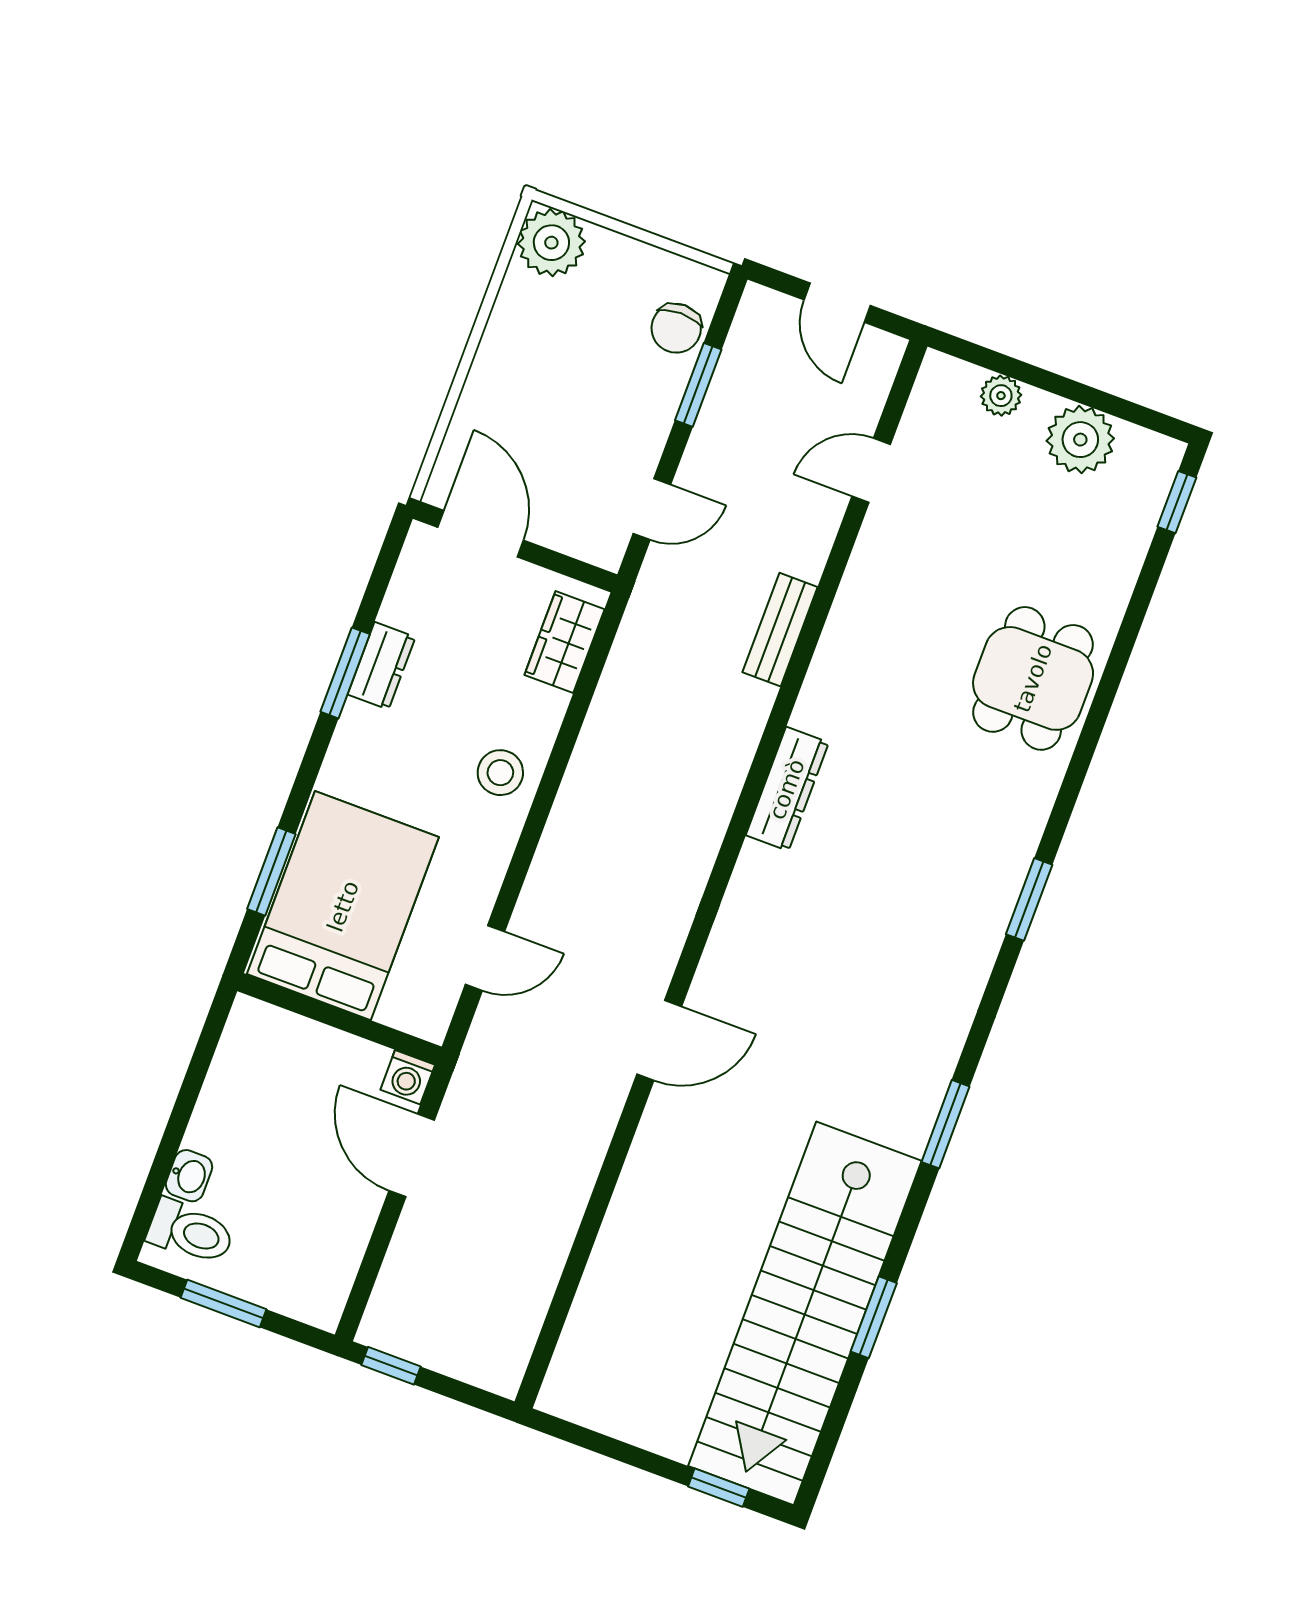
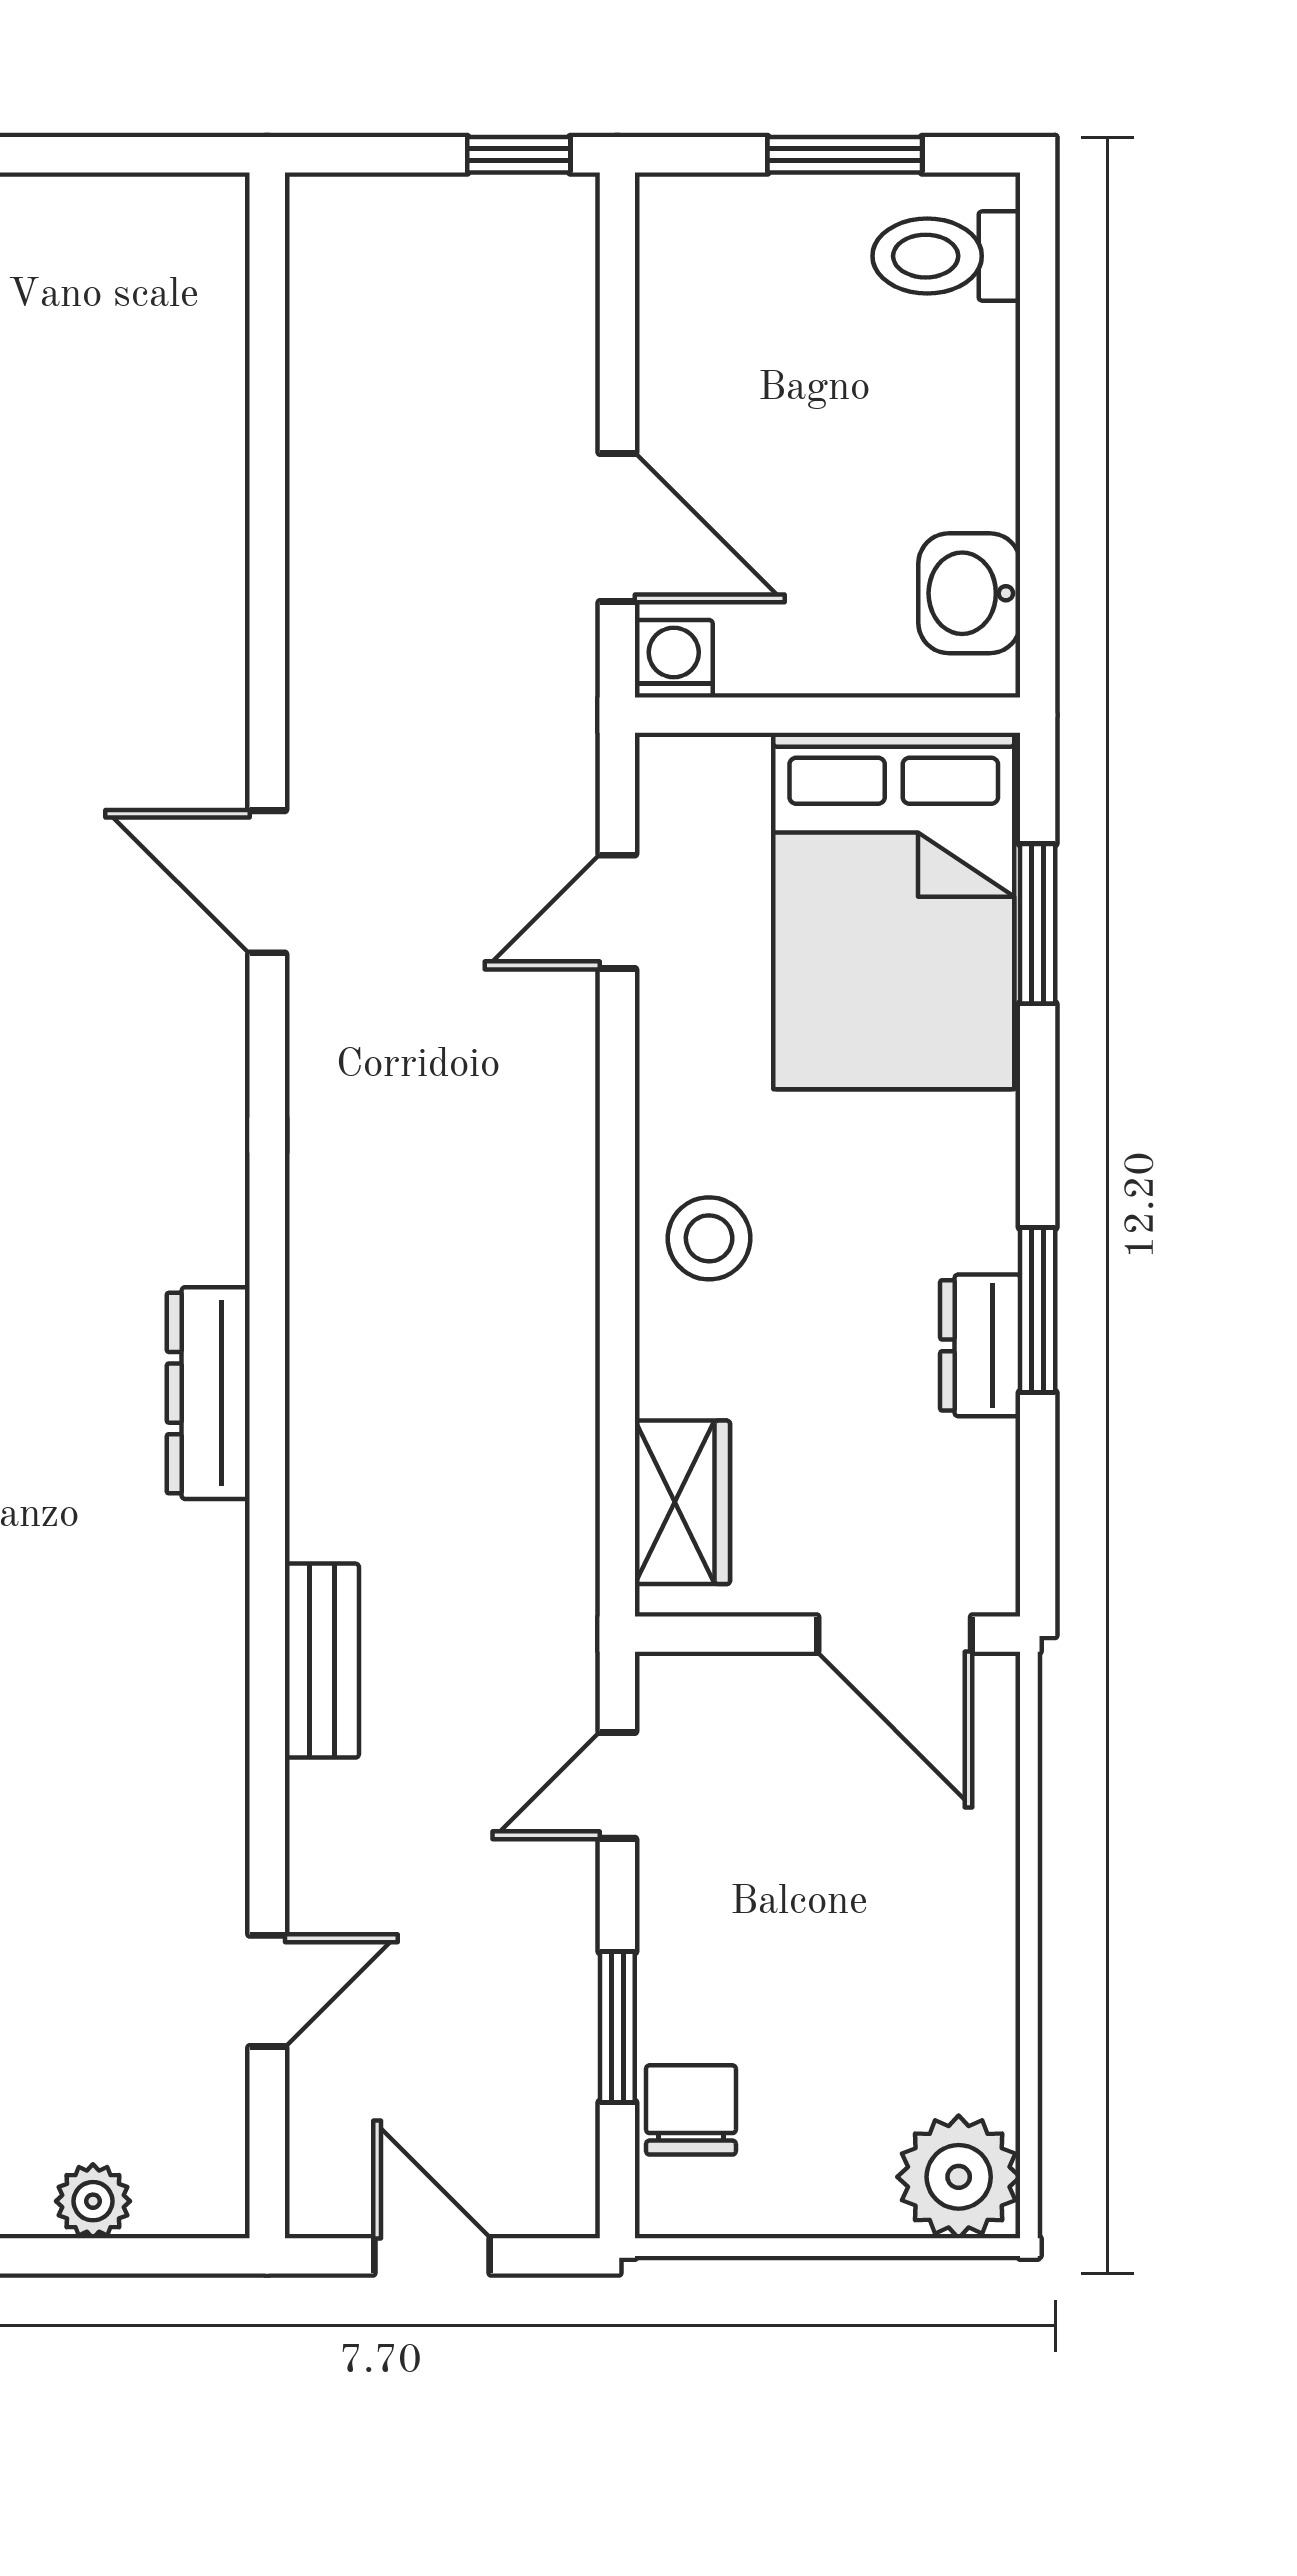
door: (659, 1040) -> (267, 882), hinge flipped
washbasin: (189, 1176) -> (969, 593), moved, width x1.38, depth x1.45

